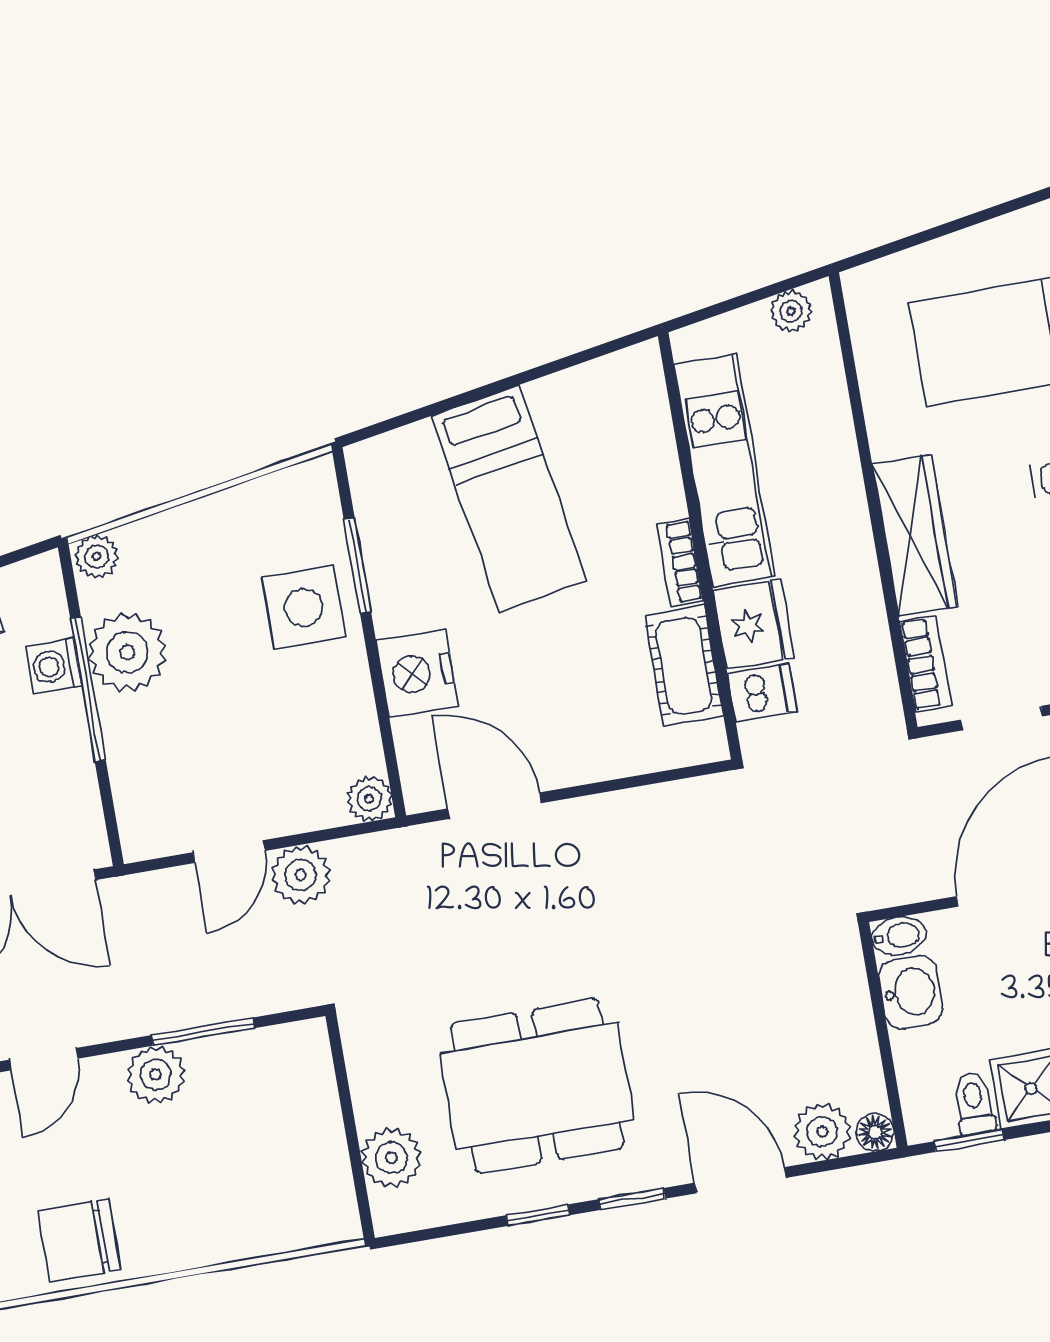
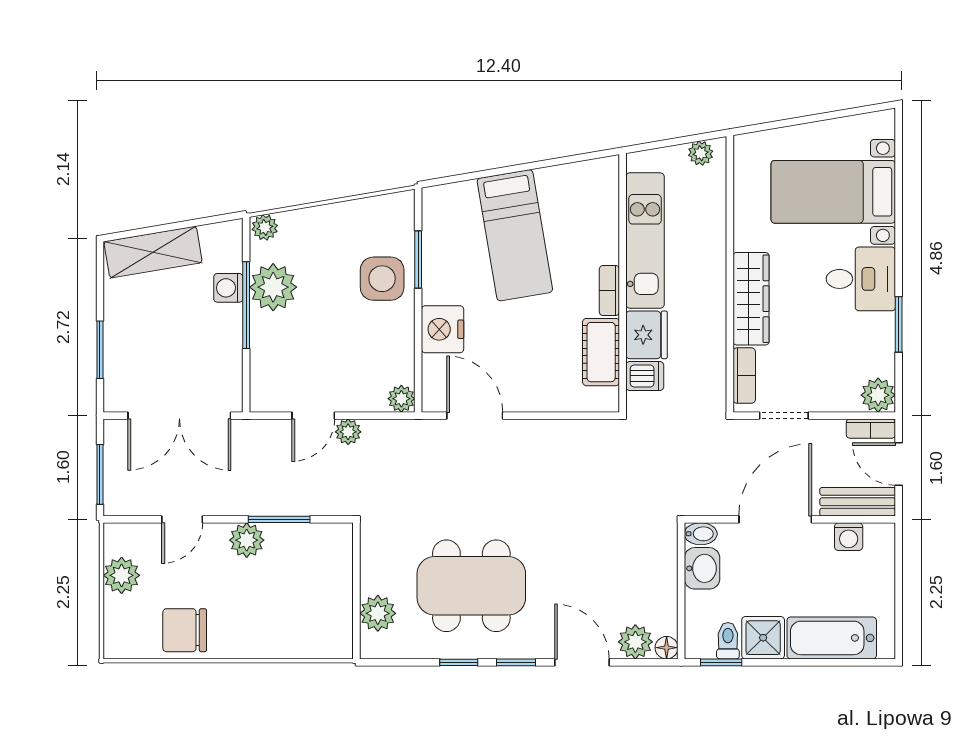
plant: (301, 875) -> (348, 432), width x0.73, depth x0.73

